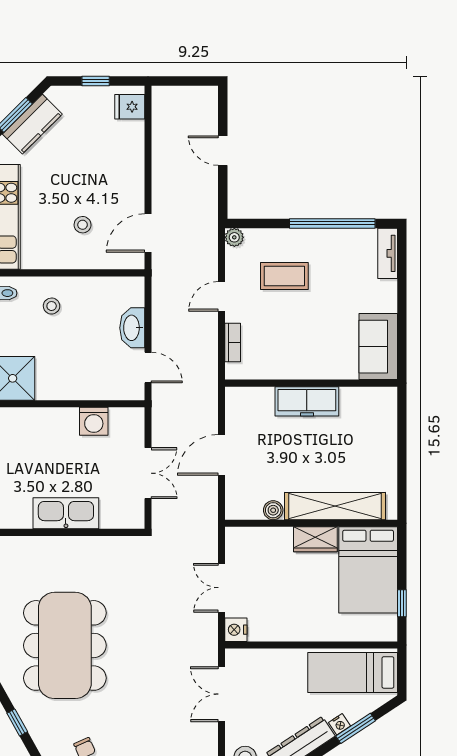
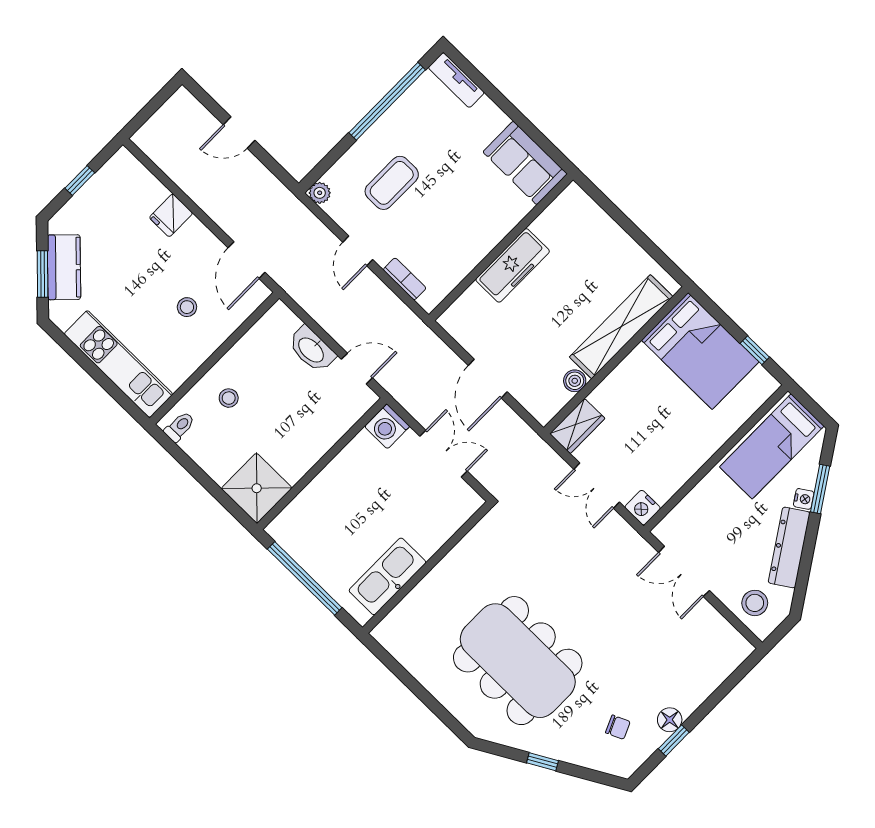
fridge: (130, 107) -> (171, 215), moved
washing machine: (94, 421) -> (387, 427), moved, turned 90
kitchen sink: (66, 513) -> (387, 576), moved
wardrobe: (315, 539) -> (577, 426), moved

